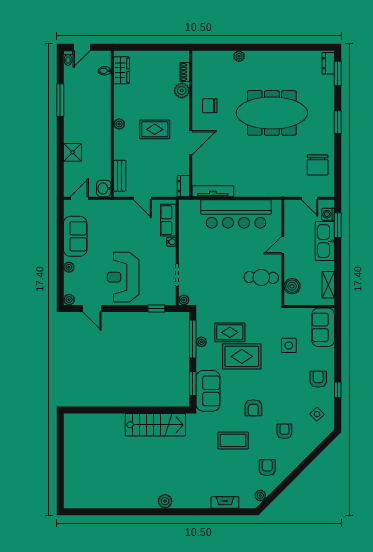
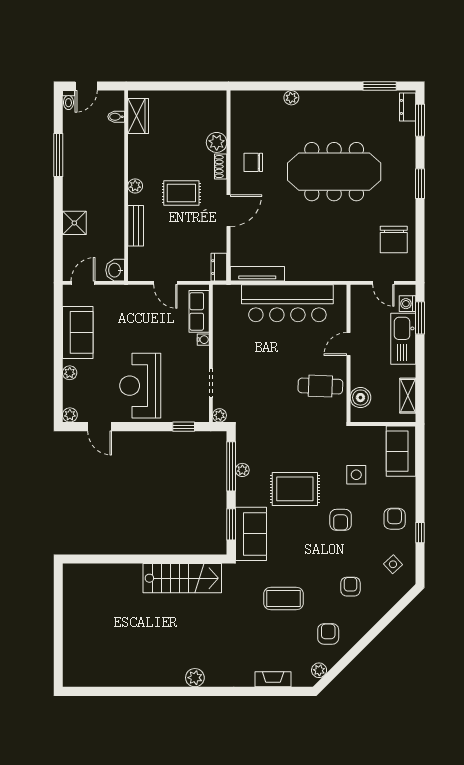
window: (307, 47) -> (380, 86), added
shoe rack: (185, 72) -> (221, 167), moved
bench: (120, 176) -> (136, 226), moved
rug: (230, 332) -> (279, 458), removed
armchair: (253, 408) -> (341, 520), moved

